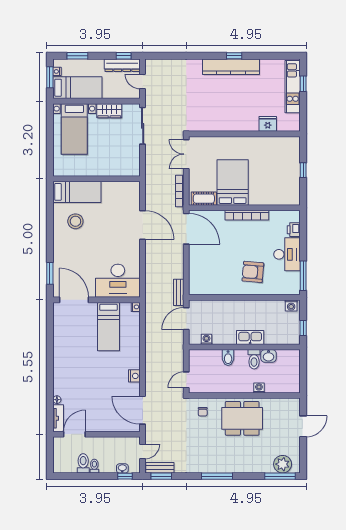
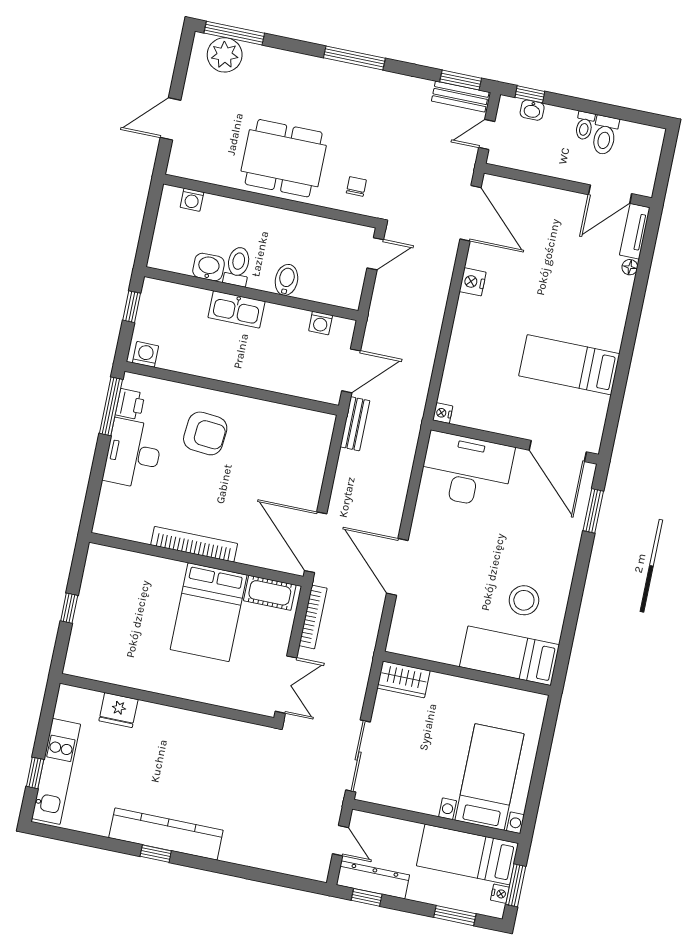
wardrobe: (109, 111) -> (403, 679), moved, turned 180
printer: (294, 230) -> (130, 404), moved
bed: (108, 327) -> (569, 365), moved, turned -90
washing machine: (259, 388) -> (192, 200), moved

